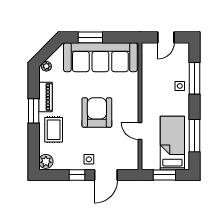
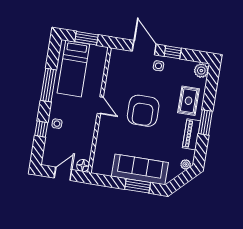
floor lamp: (147, 49) -> (83, 166), added
sofa: (100, 57) -> (140, 169), width x0.74, depth x0.79
window: (194, 78) -> (41, 129), width x0.46
door: (140, 131) -> (100, 105), moved
window: (194, 136) -> (48, 85), moved
door: (106, 175) -> (144, 48), hinge flipped

